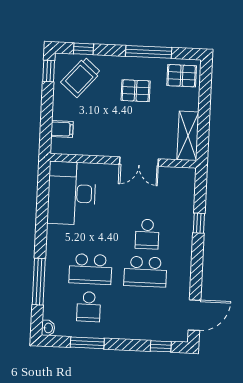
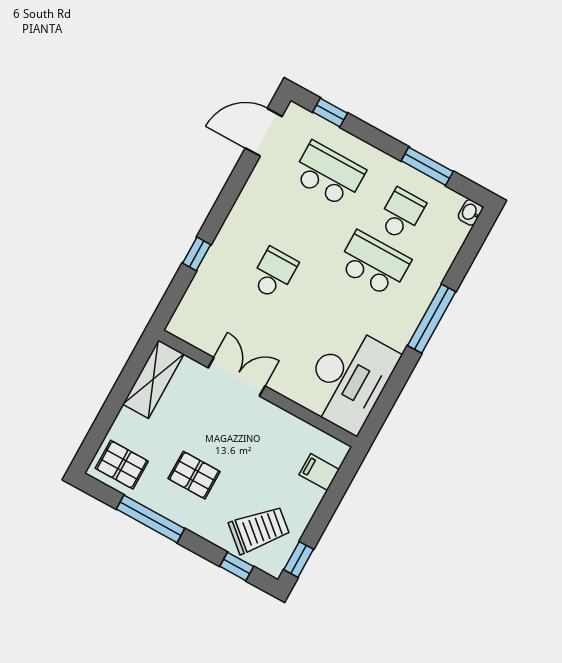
school desk: (145, 272) -> (329, 174), moved
window: (39, 282) -> (432, 319), moved

